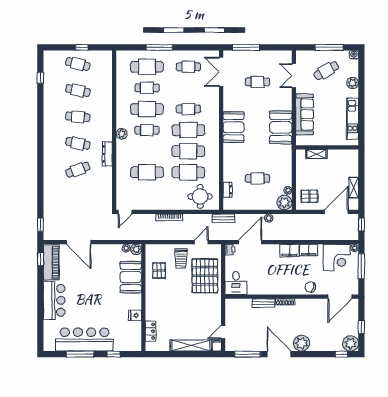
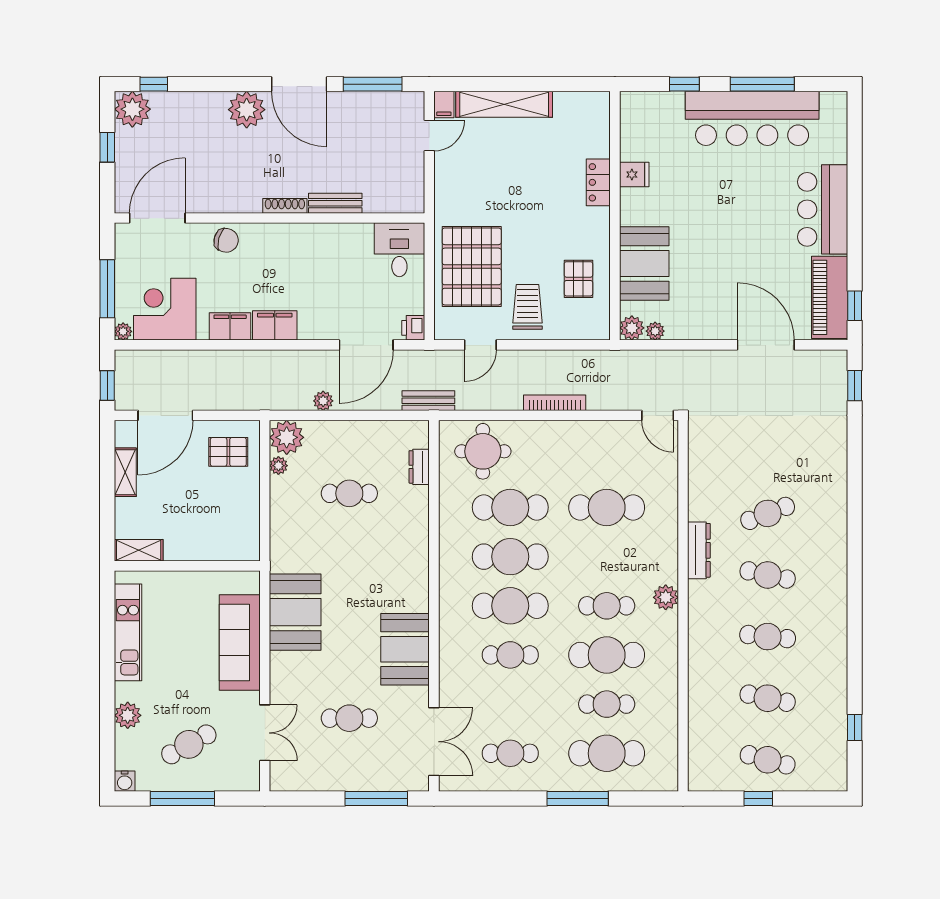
booth: (233, 127) -> (405, 649), moved
shelving: (316, 154) -> (139, 550), moved
door: (125, 212) -> (658, 415), swing flipped
locker: (151, 331) -> (598, 182), moved

